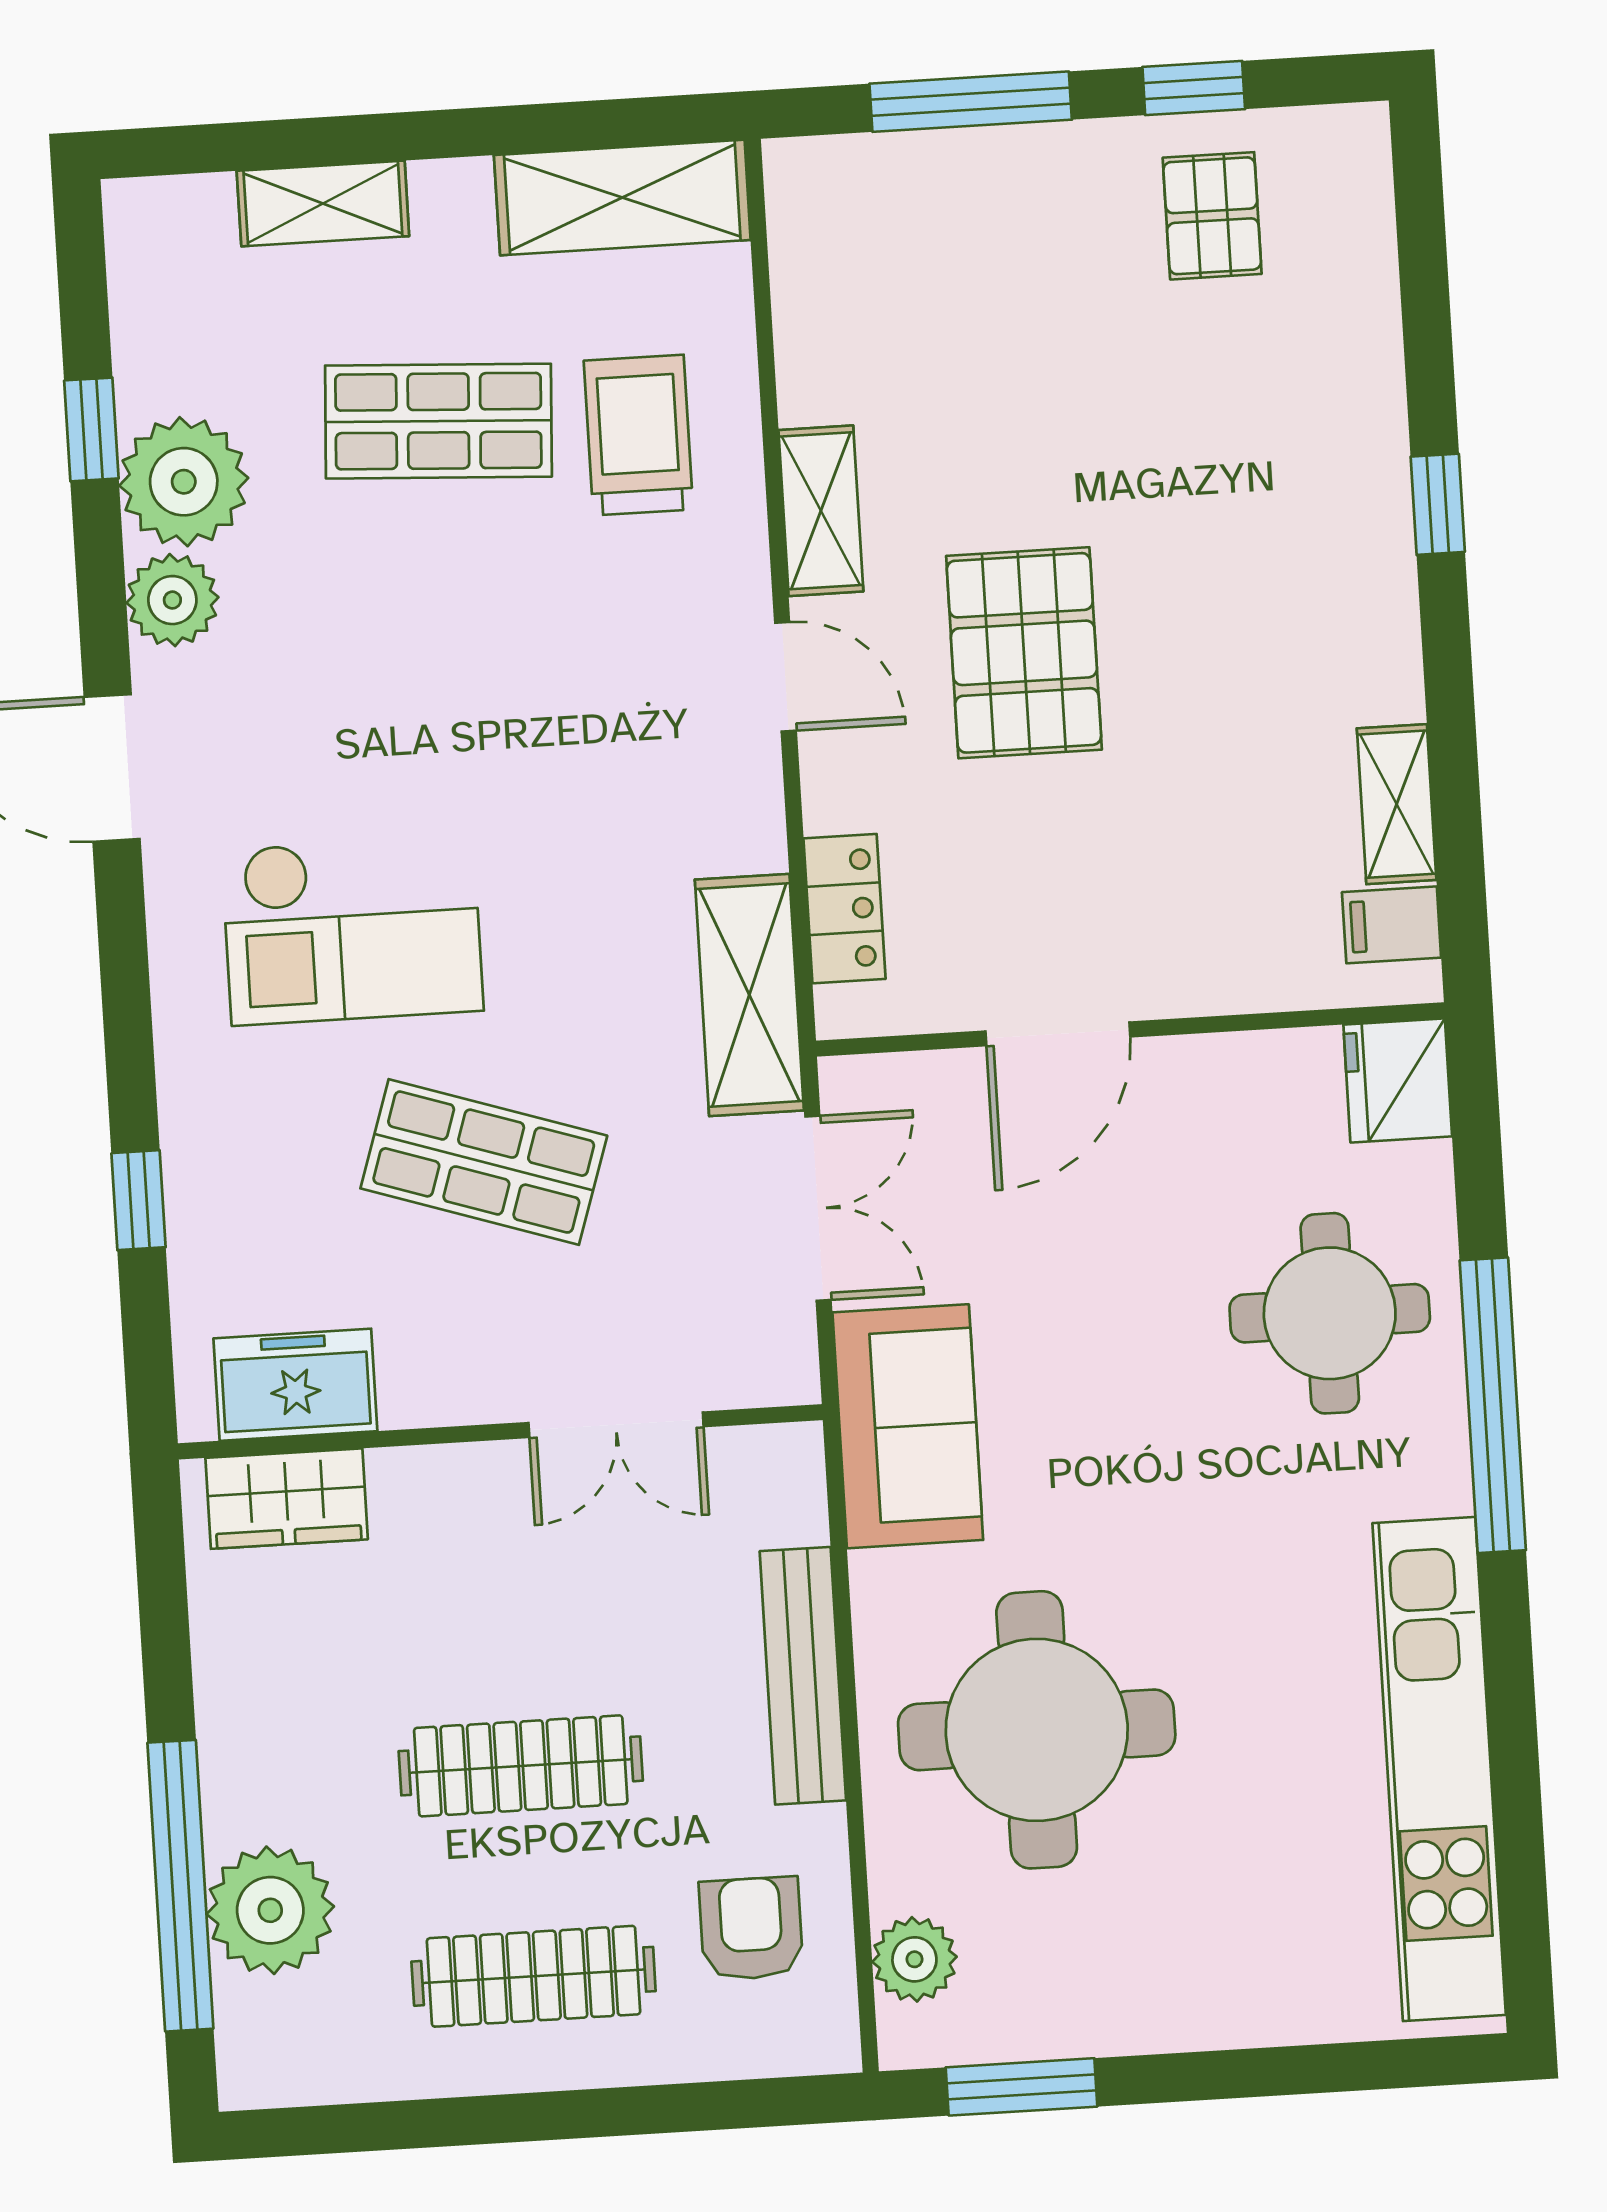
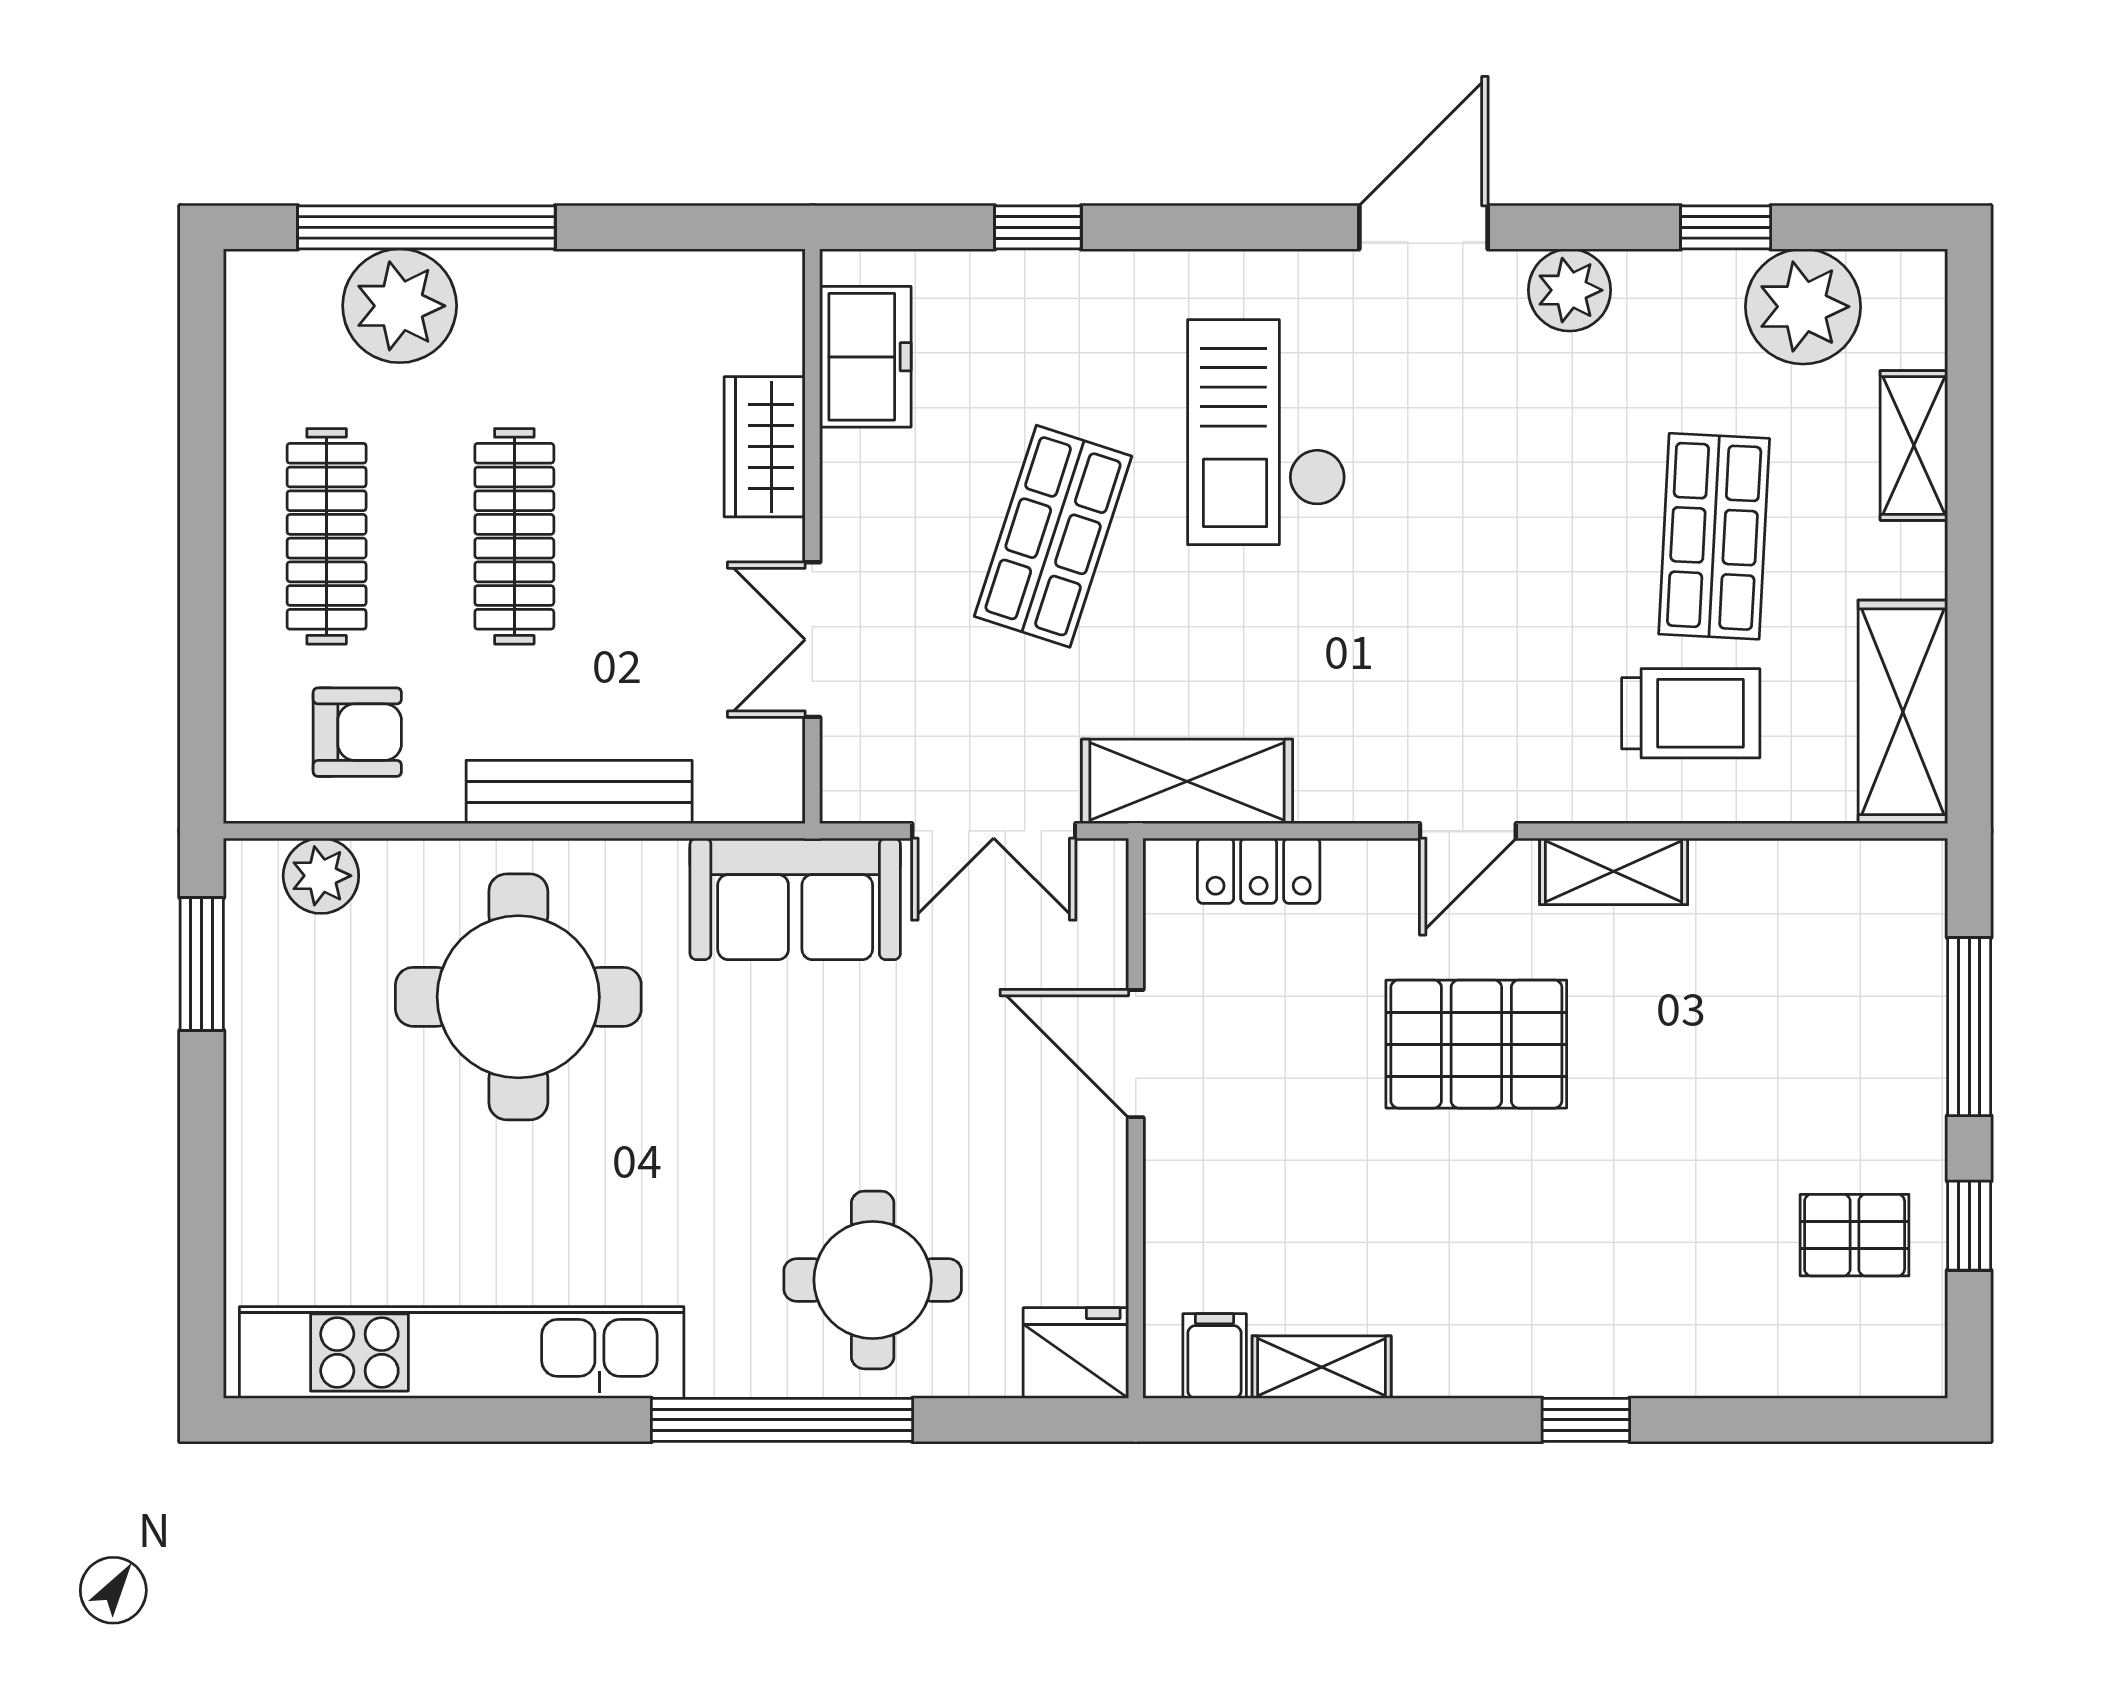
plant: (184, 482) -> (1803, 307), moved
wardrobe: (287, 1499) -> (765, 447), moved

